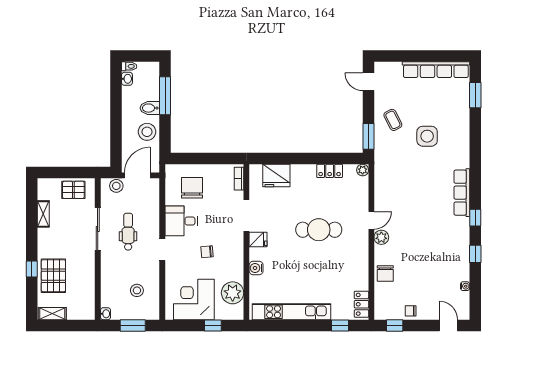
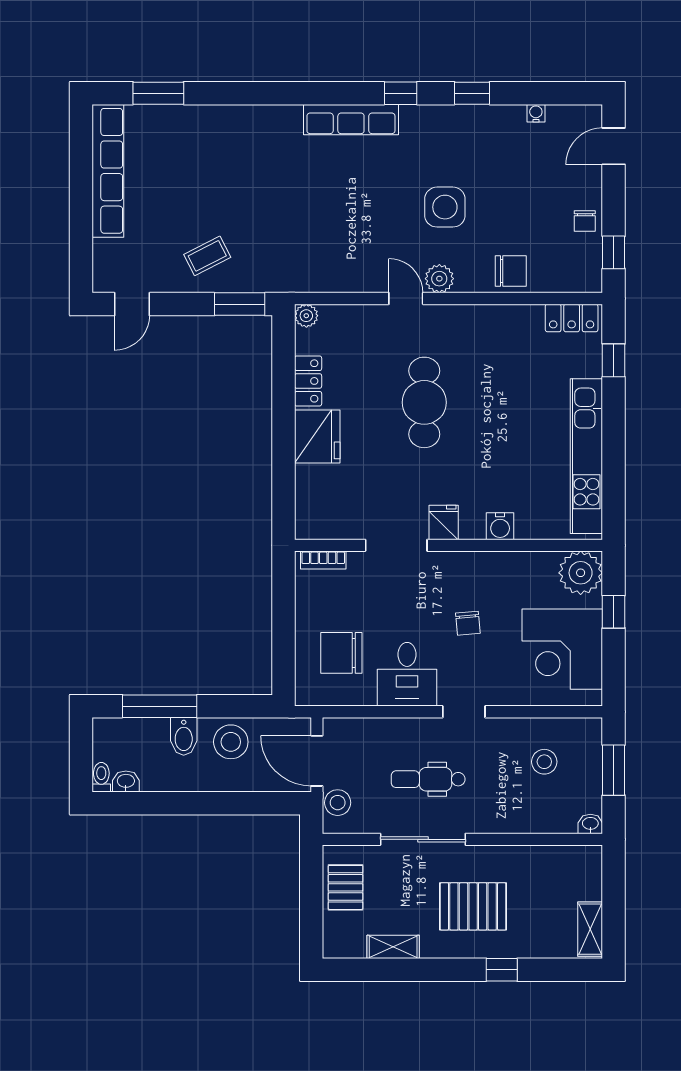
side table: (427, 136) -> (445, 207), moved
fridge: (276, 176) -> (317, 436), moved
pallet: (53, 276) -> (473, 906), moved
plant: (233, 293) -> (581, 573), moved

